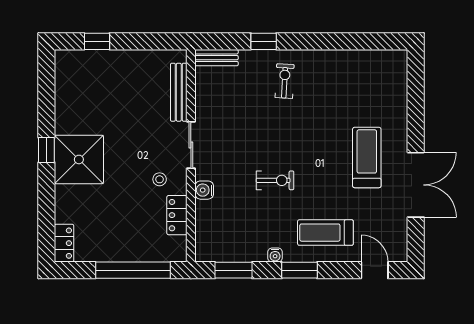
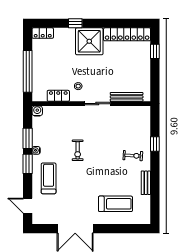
bench: (216, 58) -> (146, 183), moved
locker: (66, 91) -> (127, 34), added
window: (46, 150) -> (75, 23), moved
treadmill: (367, 157) -> (115, 204), moved
water cooler: (204, 190) -> (37, 111), moved
window: (234, 270) -> (28, 138), moved
door: (375, 270) -> (28, 206), swing flipped

